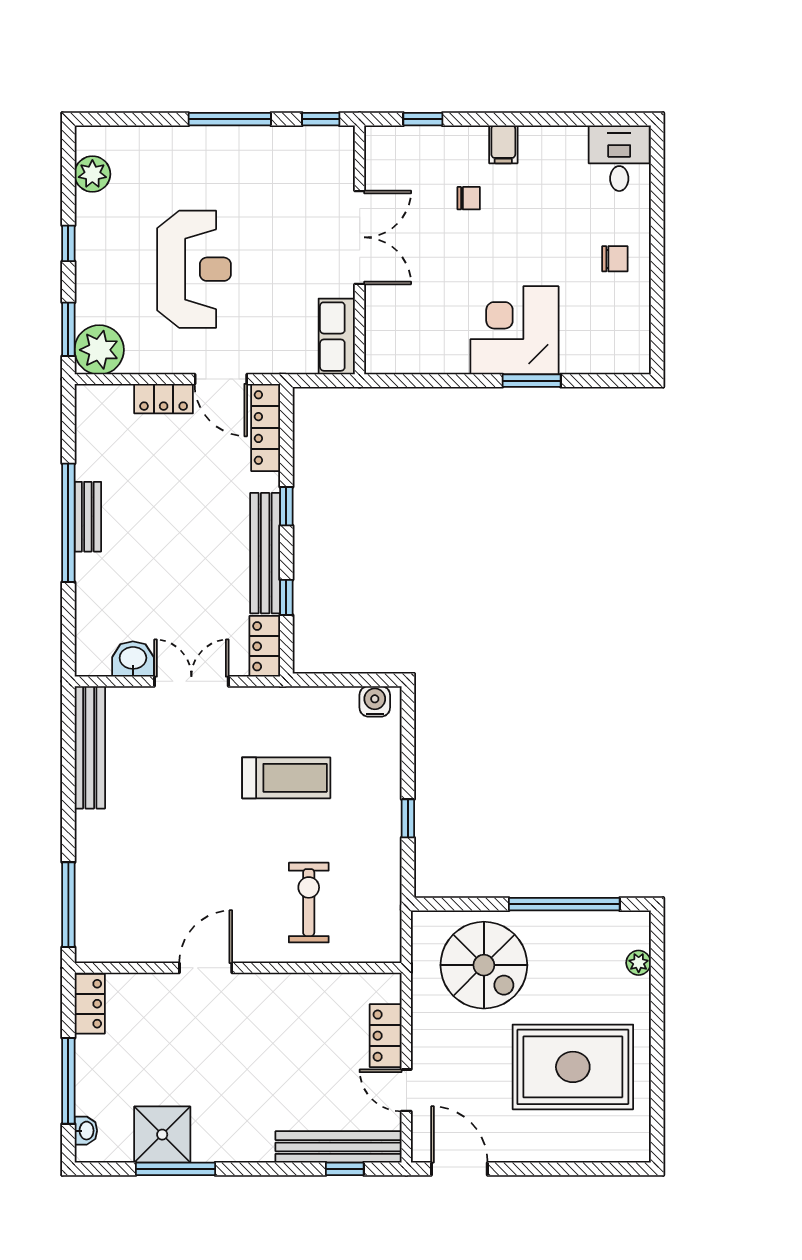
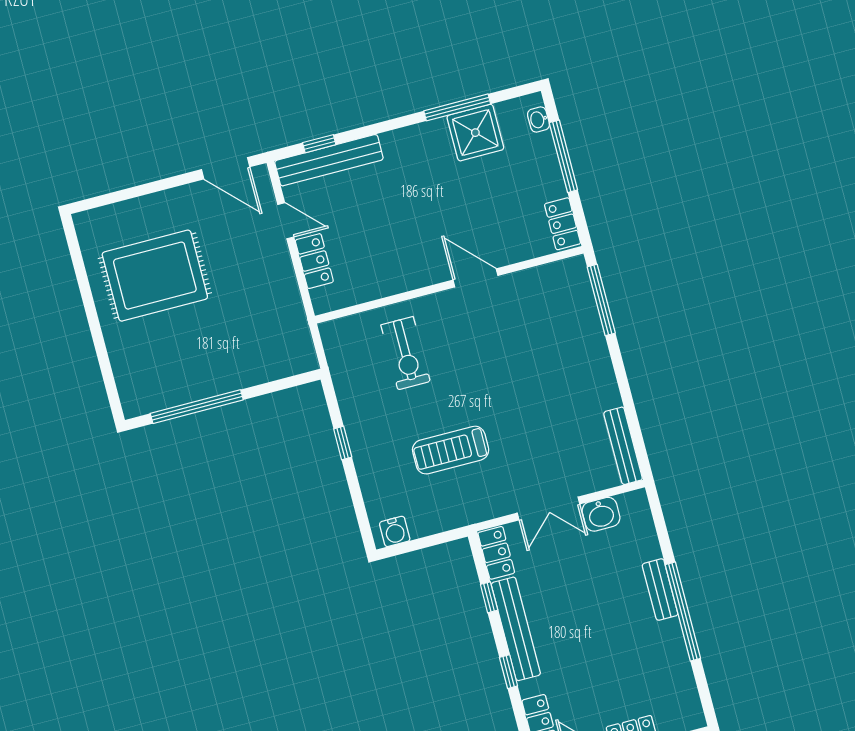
bench: (88, 517) -> (660, 590), moved
bench: (90, 747) -> (623, 446), width x0.73, depth x0.82
plant: (639, 963) -> (124, 375), removed
spiral stairs: (484, 965) -> (249, 340), removed
door: (206, 968) -> (476, 278), swing flipped

